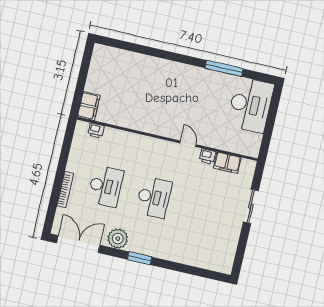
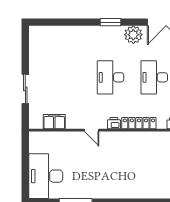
locker: (134, 140) -> (139, 123), added
printer: (207, 156) -> (114, 123), moved

